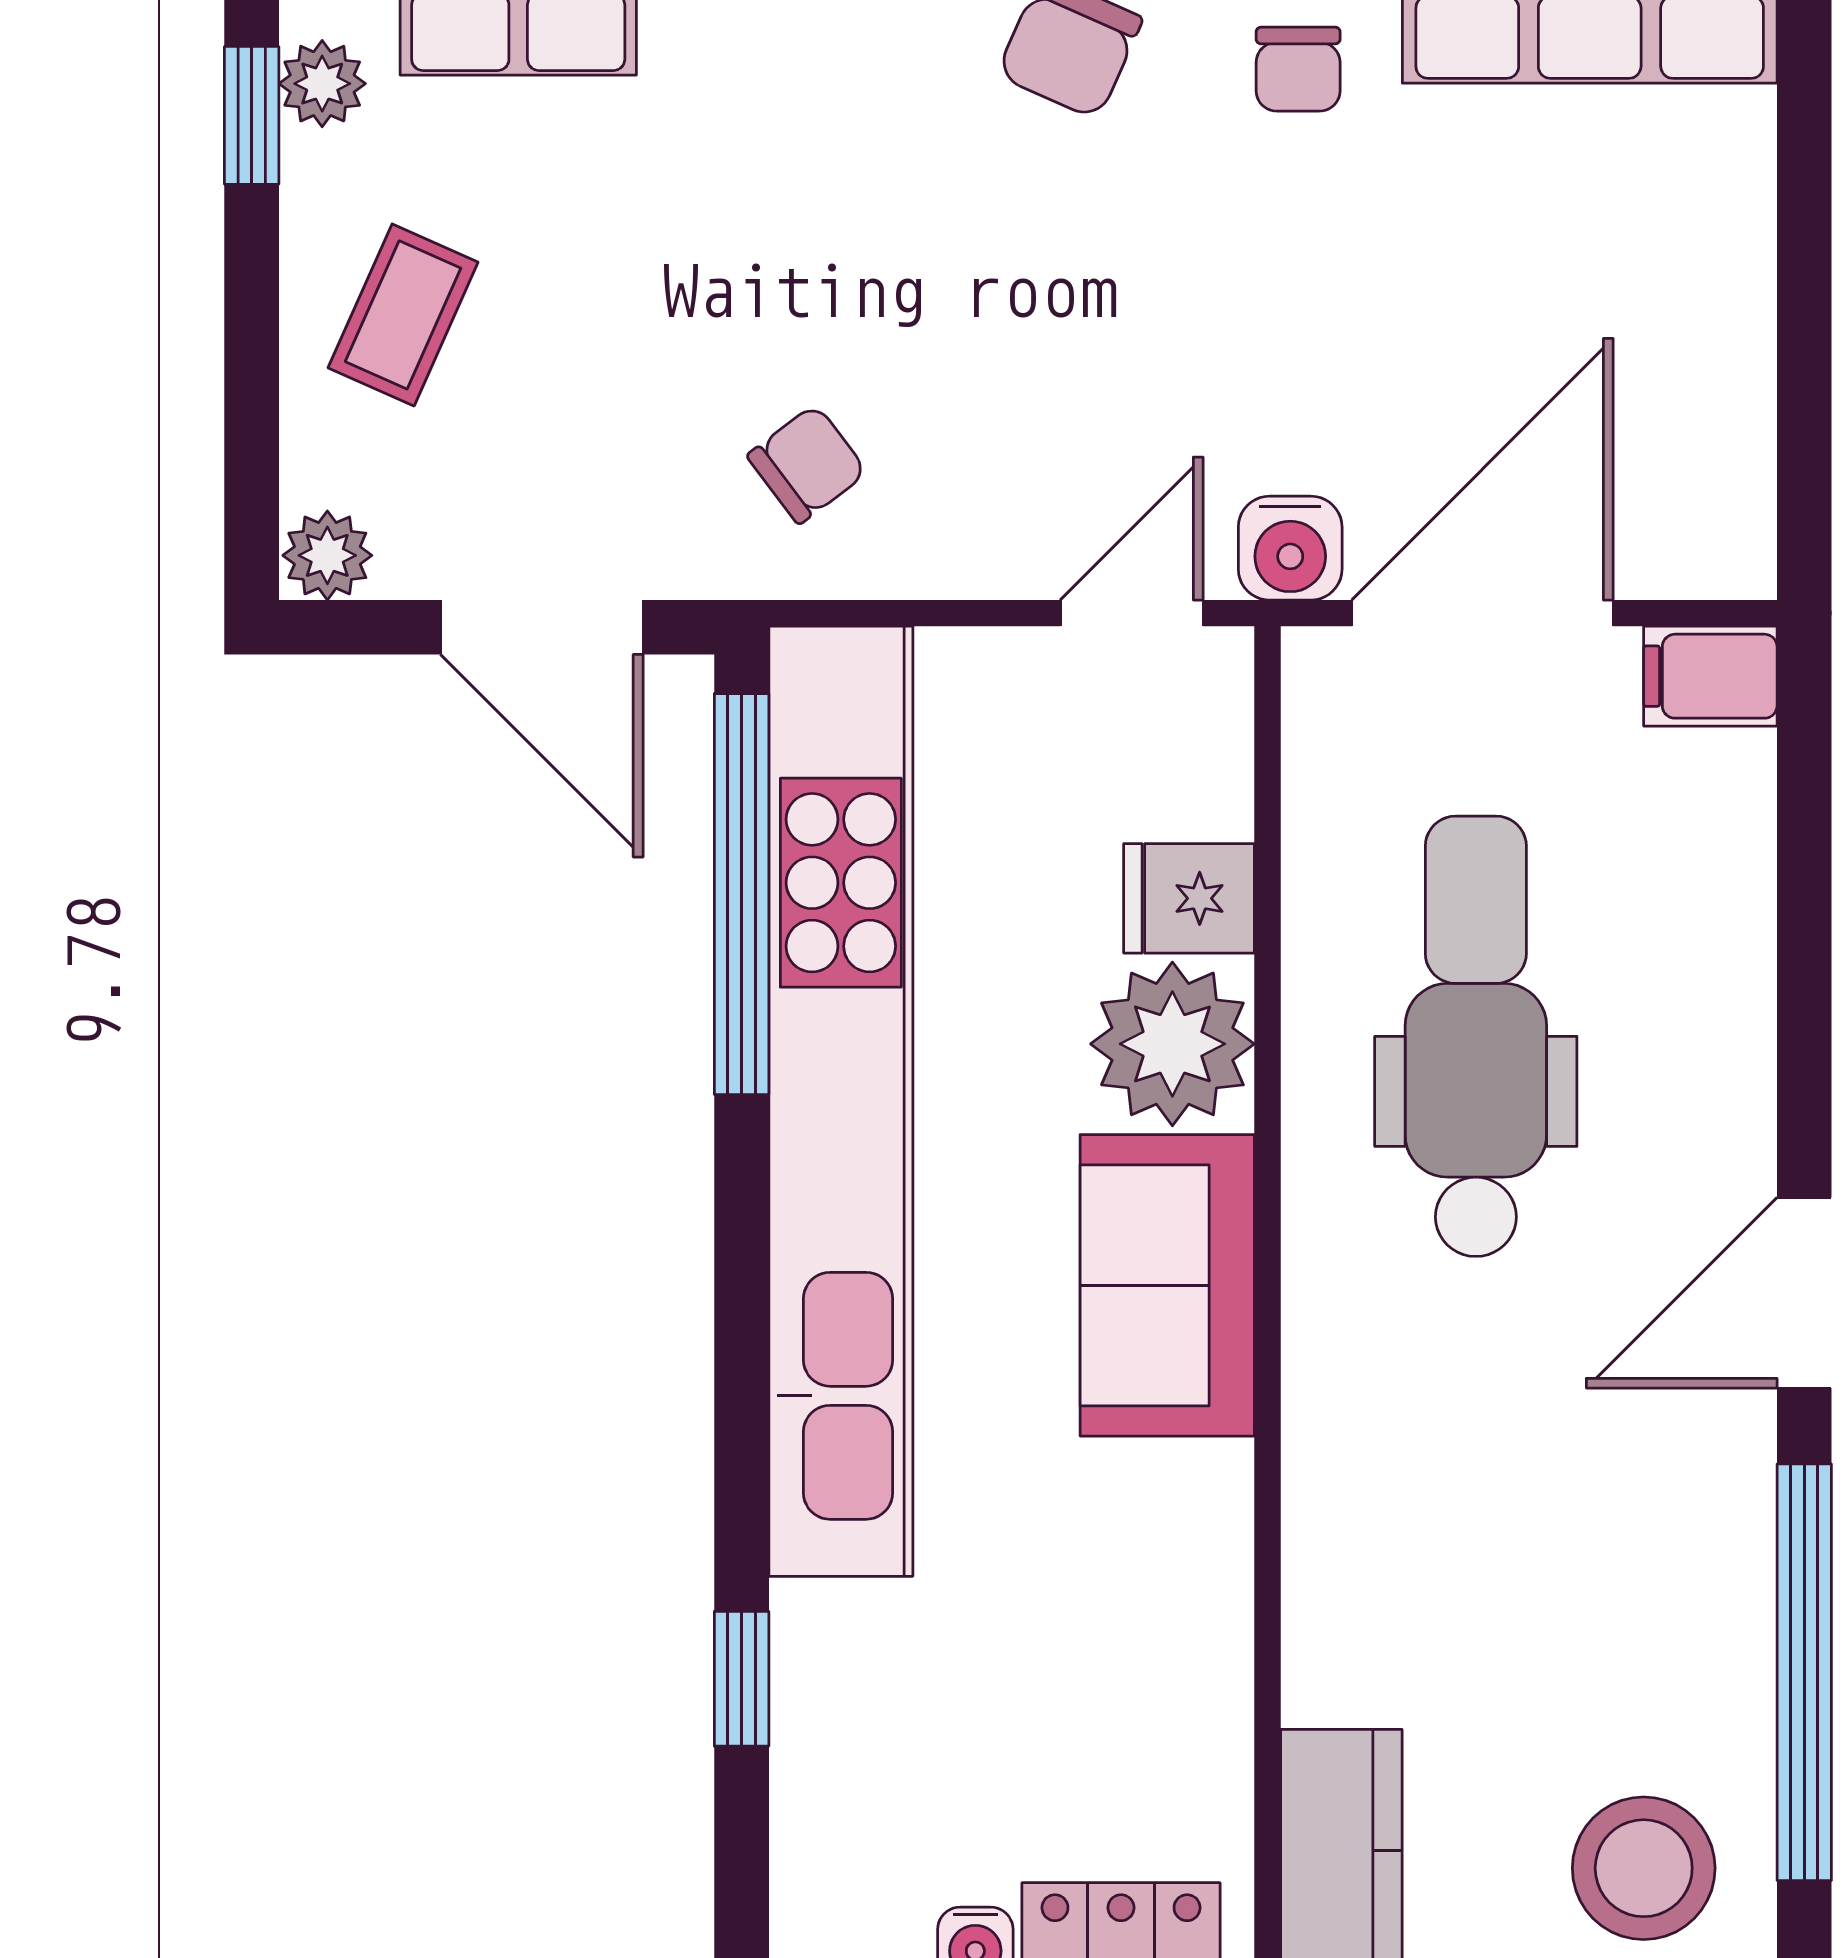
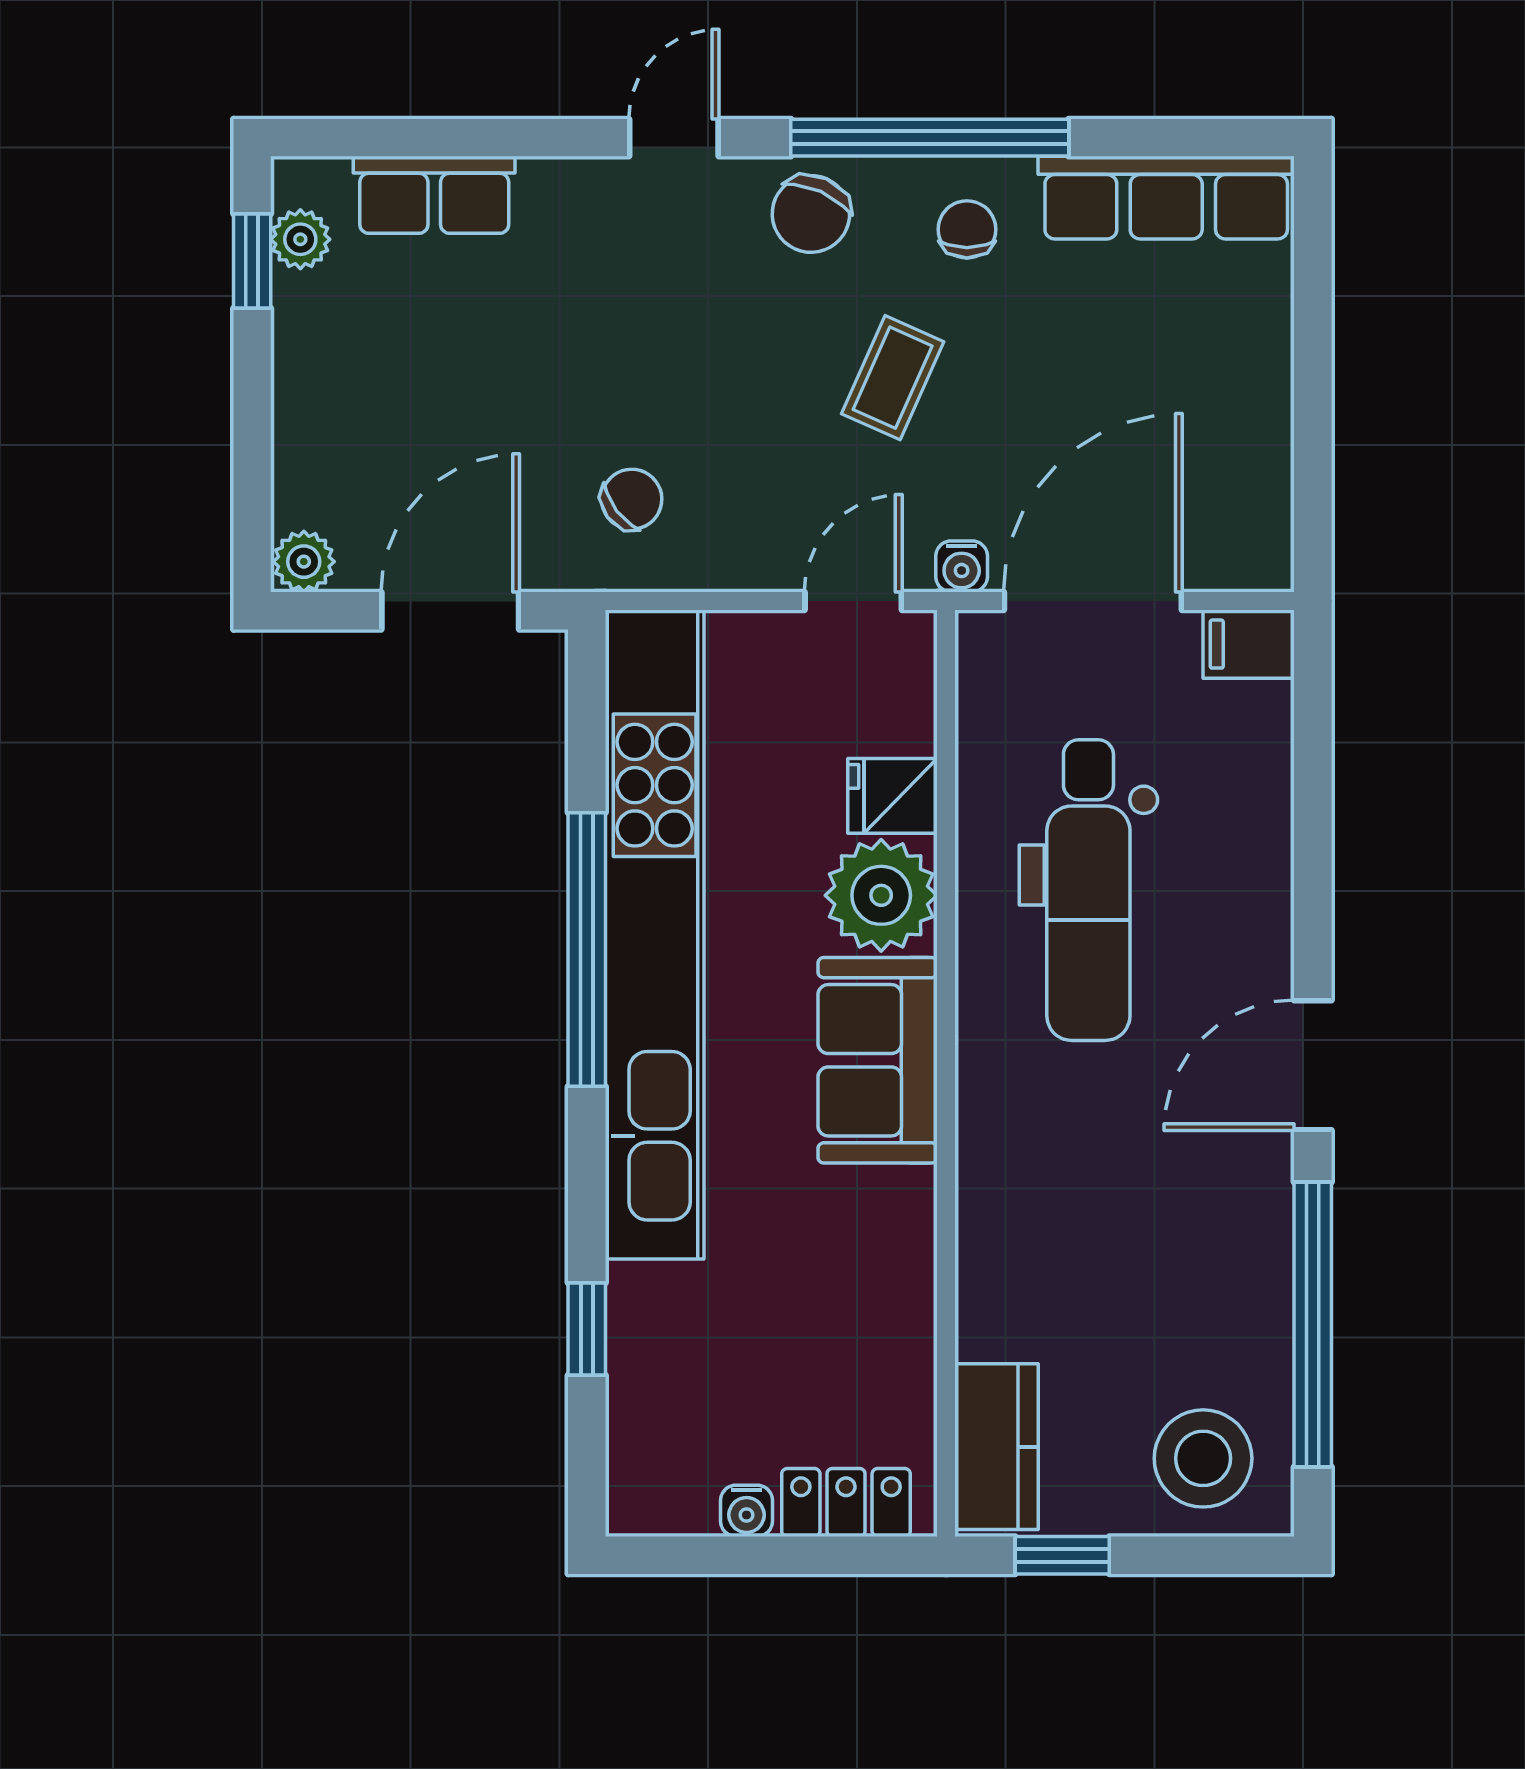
chair: (1298, 69) -> (967, 229), turned 180
coffee table: (403, 315) -> (893, 378), moved
water cooler: (1290, 548) -> (962, 566), width x0.72, depth x0.72
door: (542, 627) -> (450, 611), swing flipped
window: (742, 894) -> (587, 950), moved
dental chair: (1476, 1036) -> (1088, 890), turned 180

